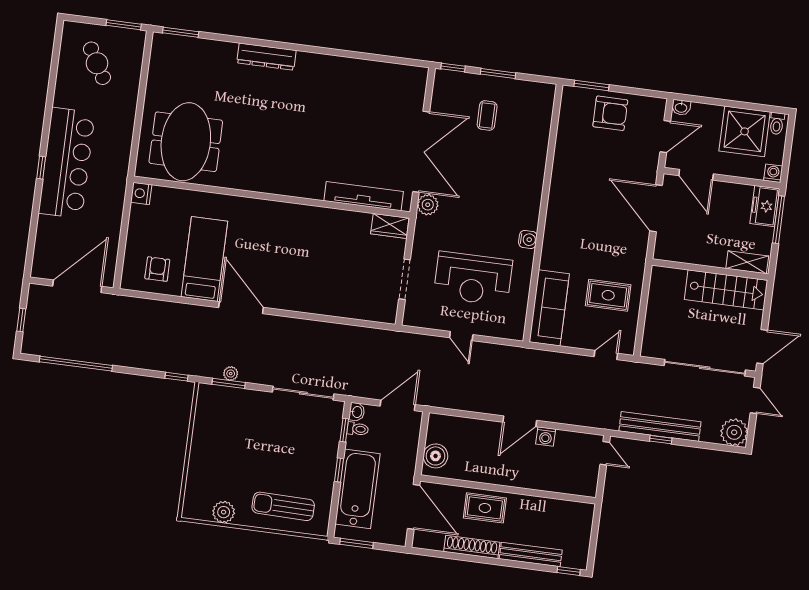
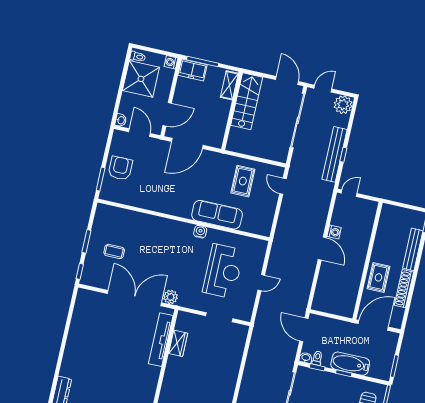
wardrobe: (390, 226) -> (178, 343), moved
sofa: (549, 308) -> (217, 215), moved
boiler: (435, 456) -> (340, 307), removed
bathtub: (358, 489) -> (350, 364), width x0.73, depth x0.73

